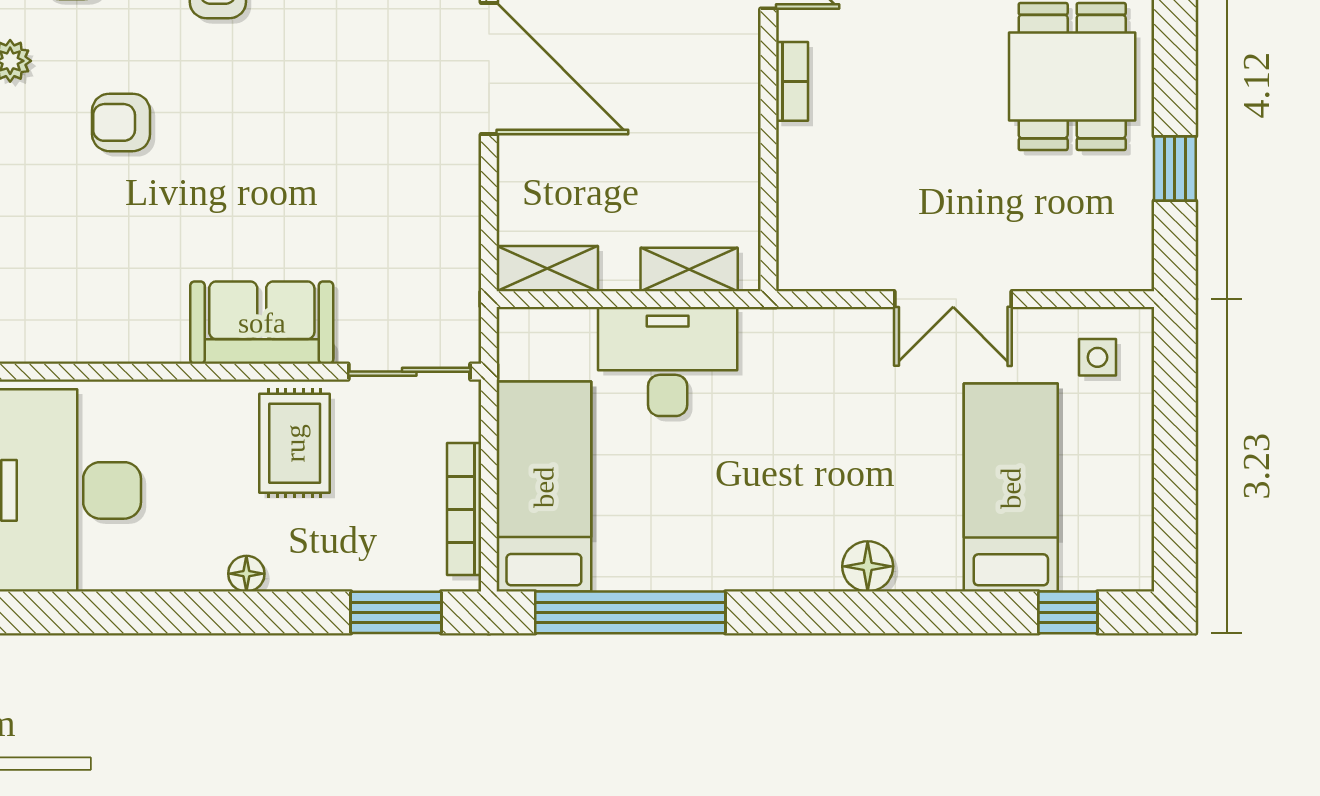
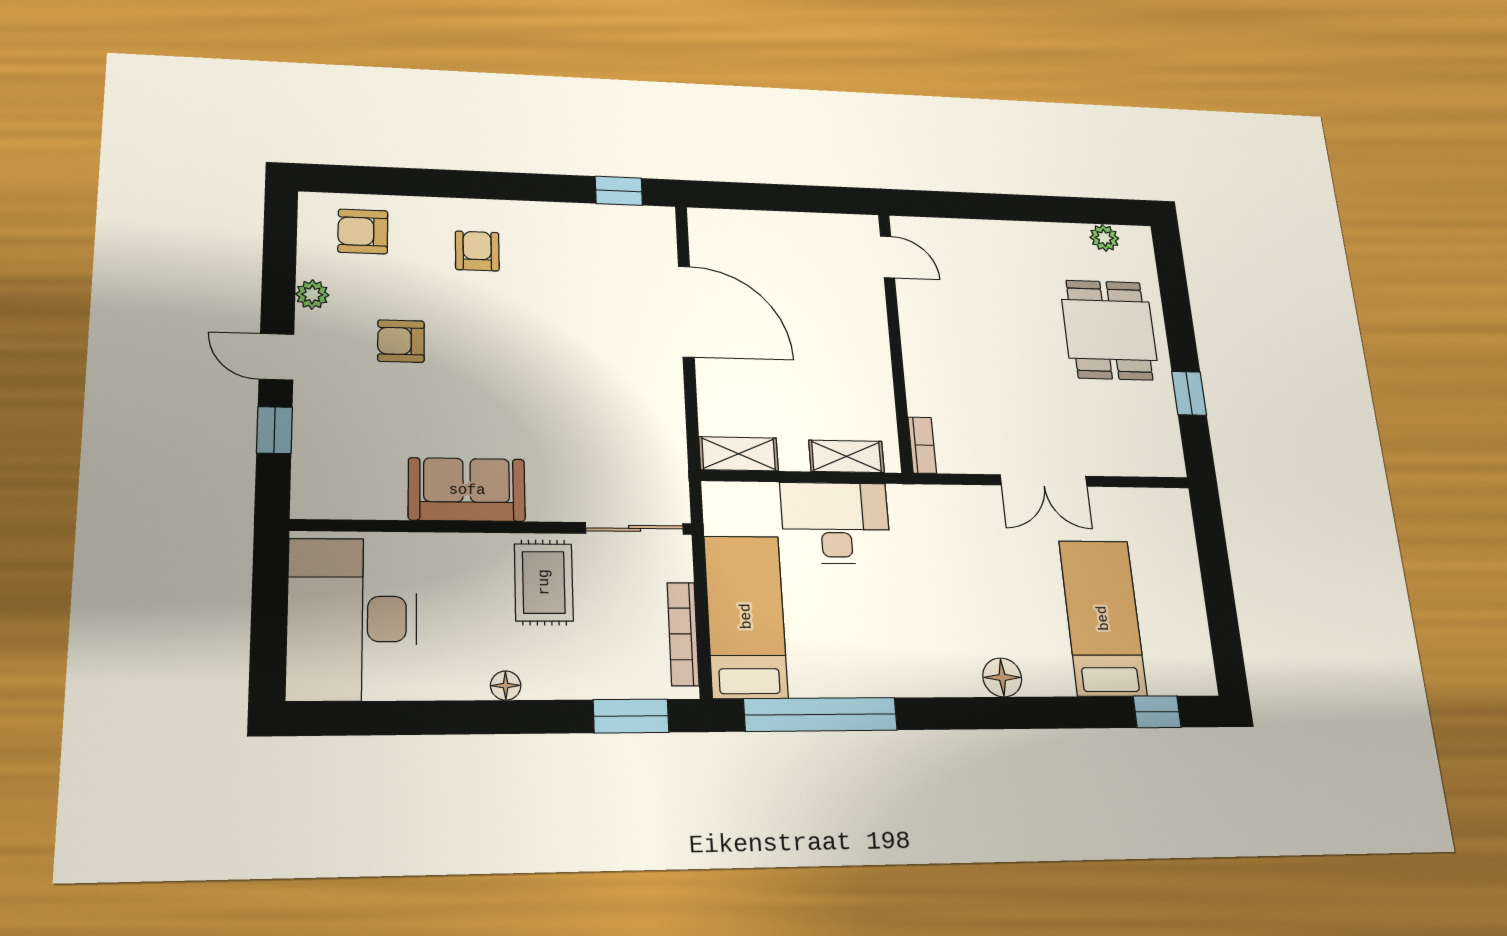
bookcase: (792, 81) -> (922, 445), moved
sofa: (262, 323) -> (467, 490), moved
side table: (1097, 357) -> (1153, 523), removed

